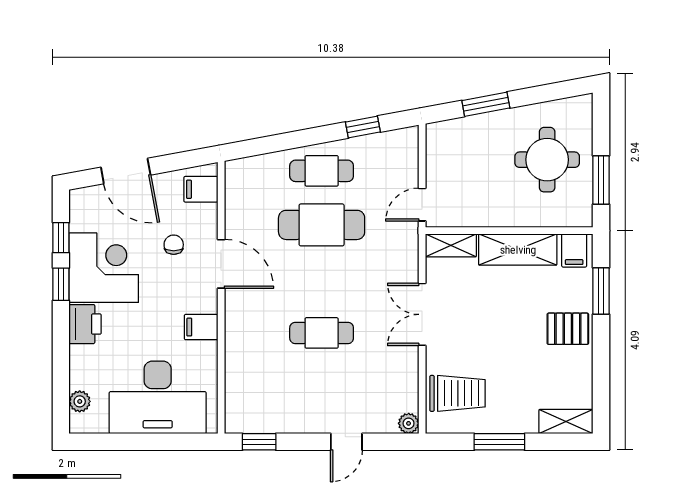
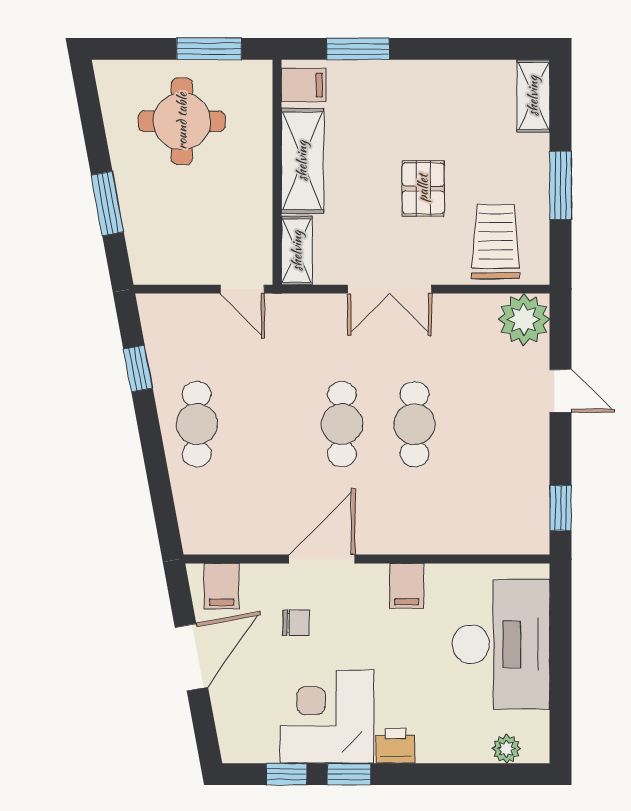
door: (126, 171) -> (191, 657), moved
cafe table: (322, 225) -> (342, 424), moved, width x0.73, depth x0.74
chair: (174, 245) -> (296, 623), turned 180
printer: (85, 324) -> (396, 746), width x0.73, depth x0.81
pallet: (568, 329) -> (423, 188), moved
plant: (409, 423) -> (524, 319), width x1.88, depth x1.88

